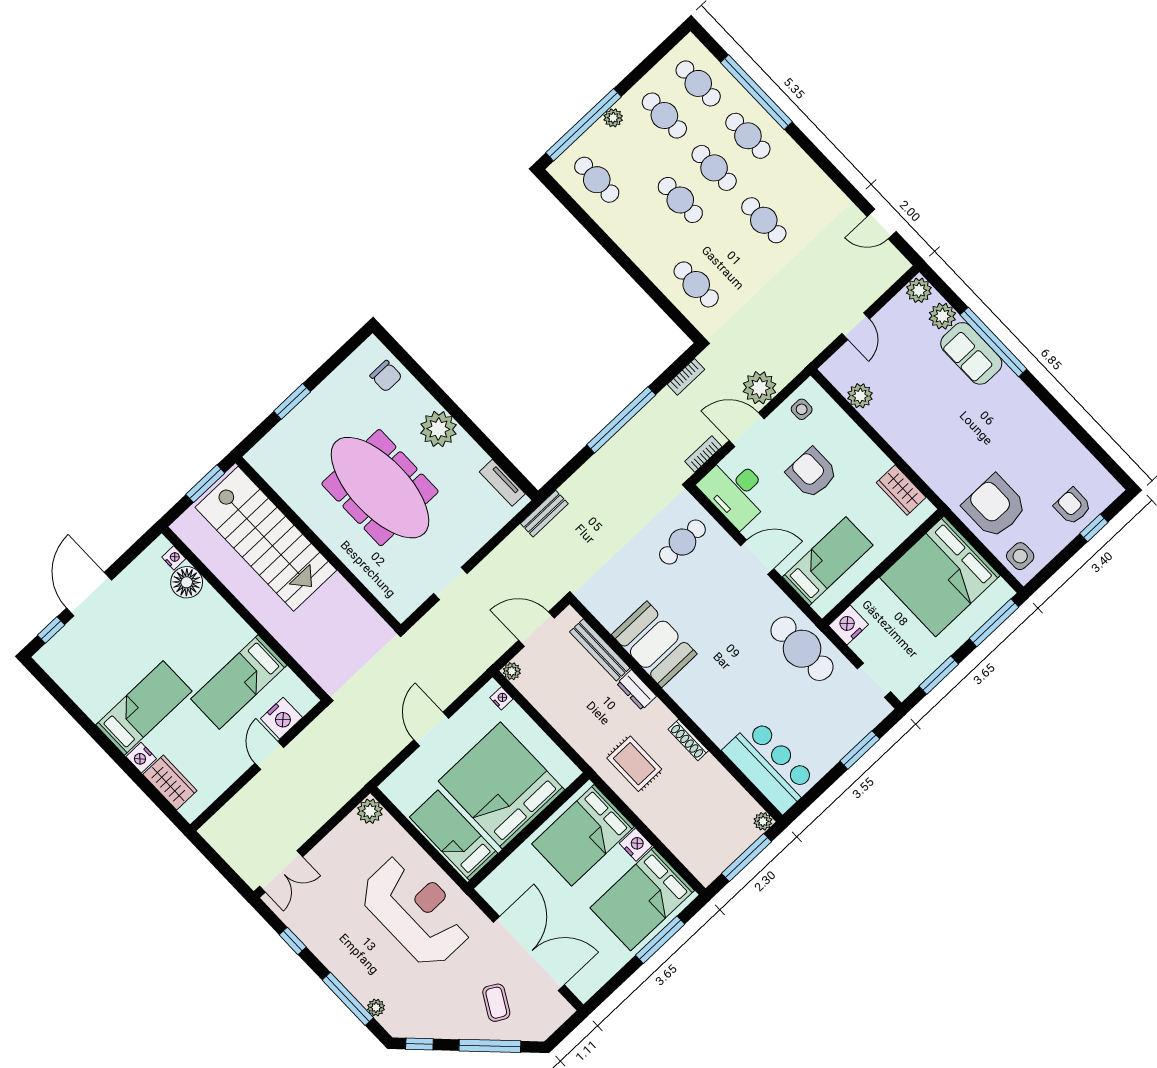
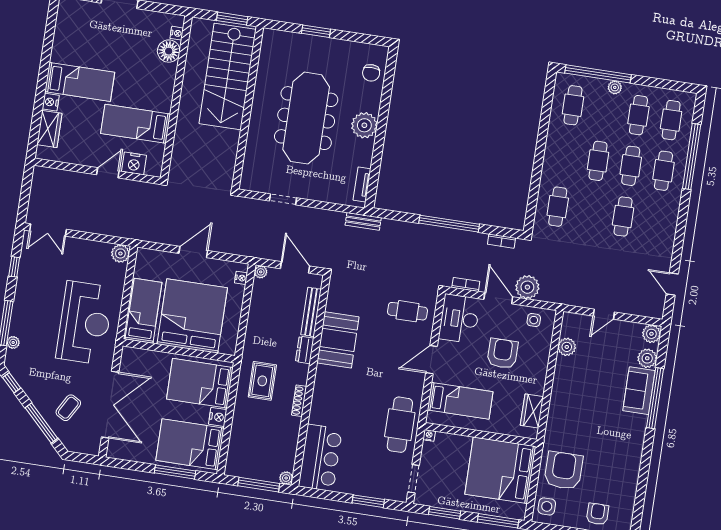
door: (757, 557) -> (432, 360), swing flipped
nightstand: (849, 625) -> (429, 435), width x0.53, depth x0.56

